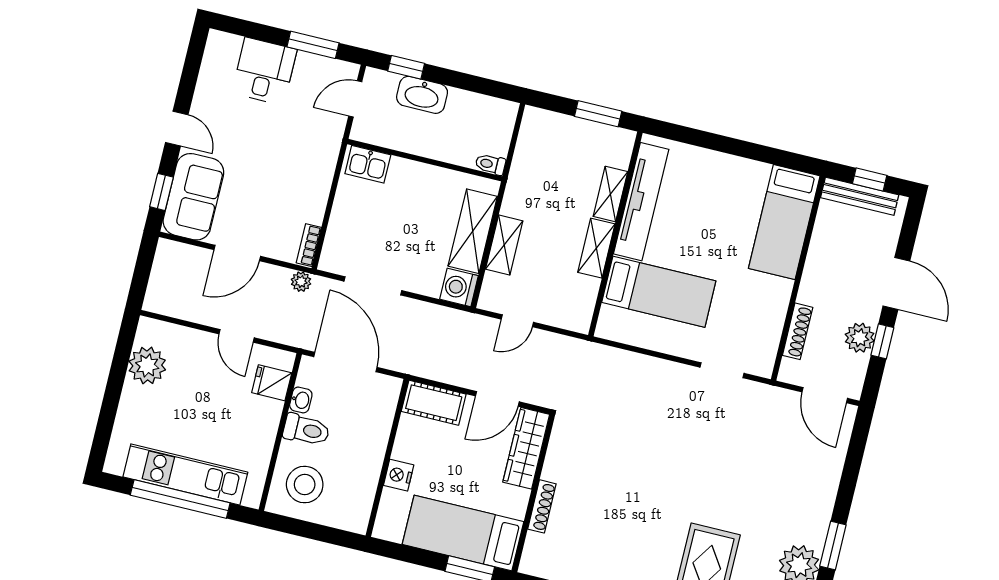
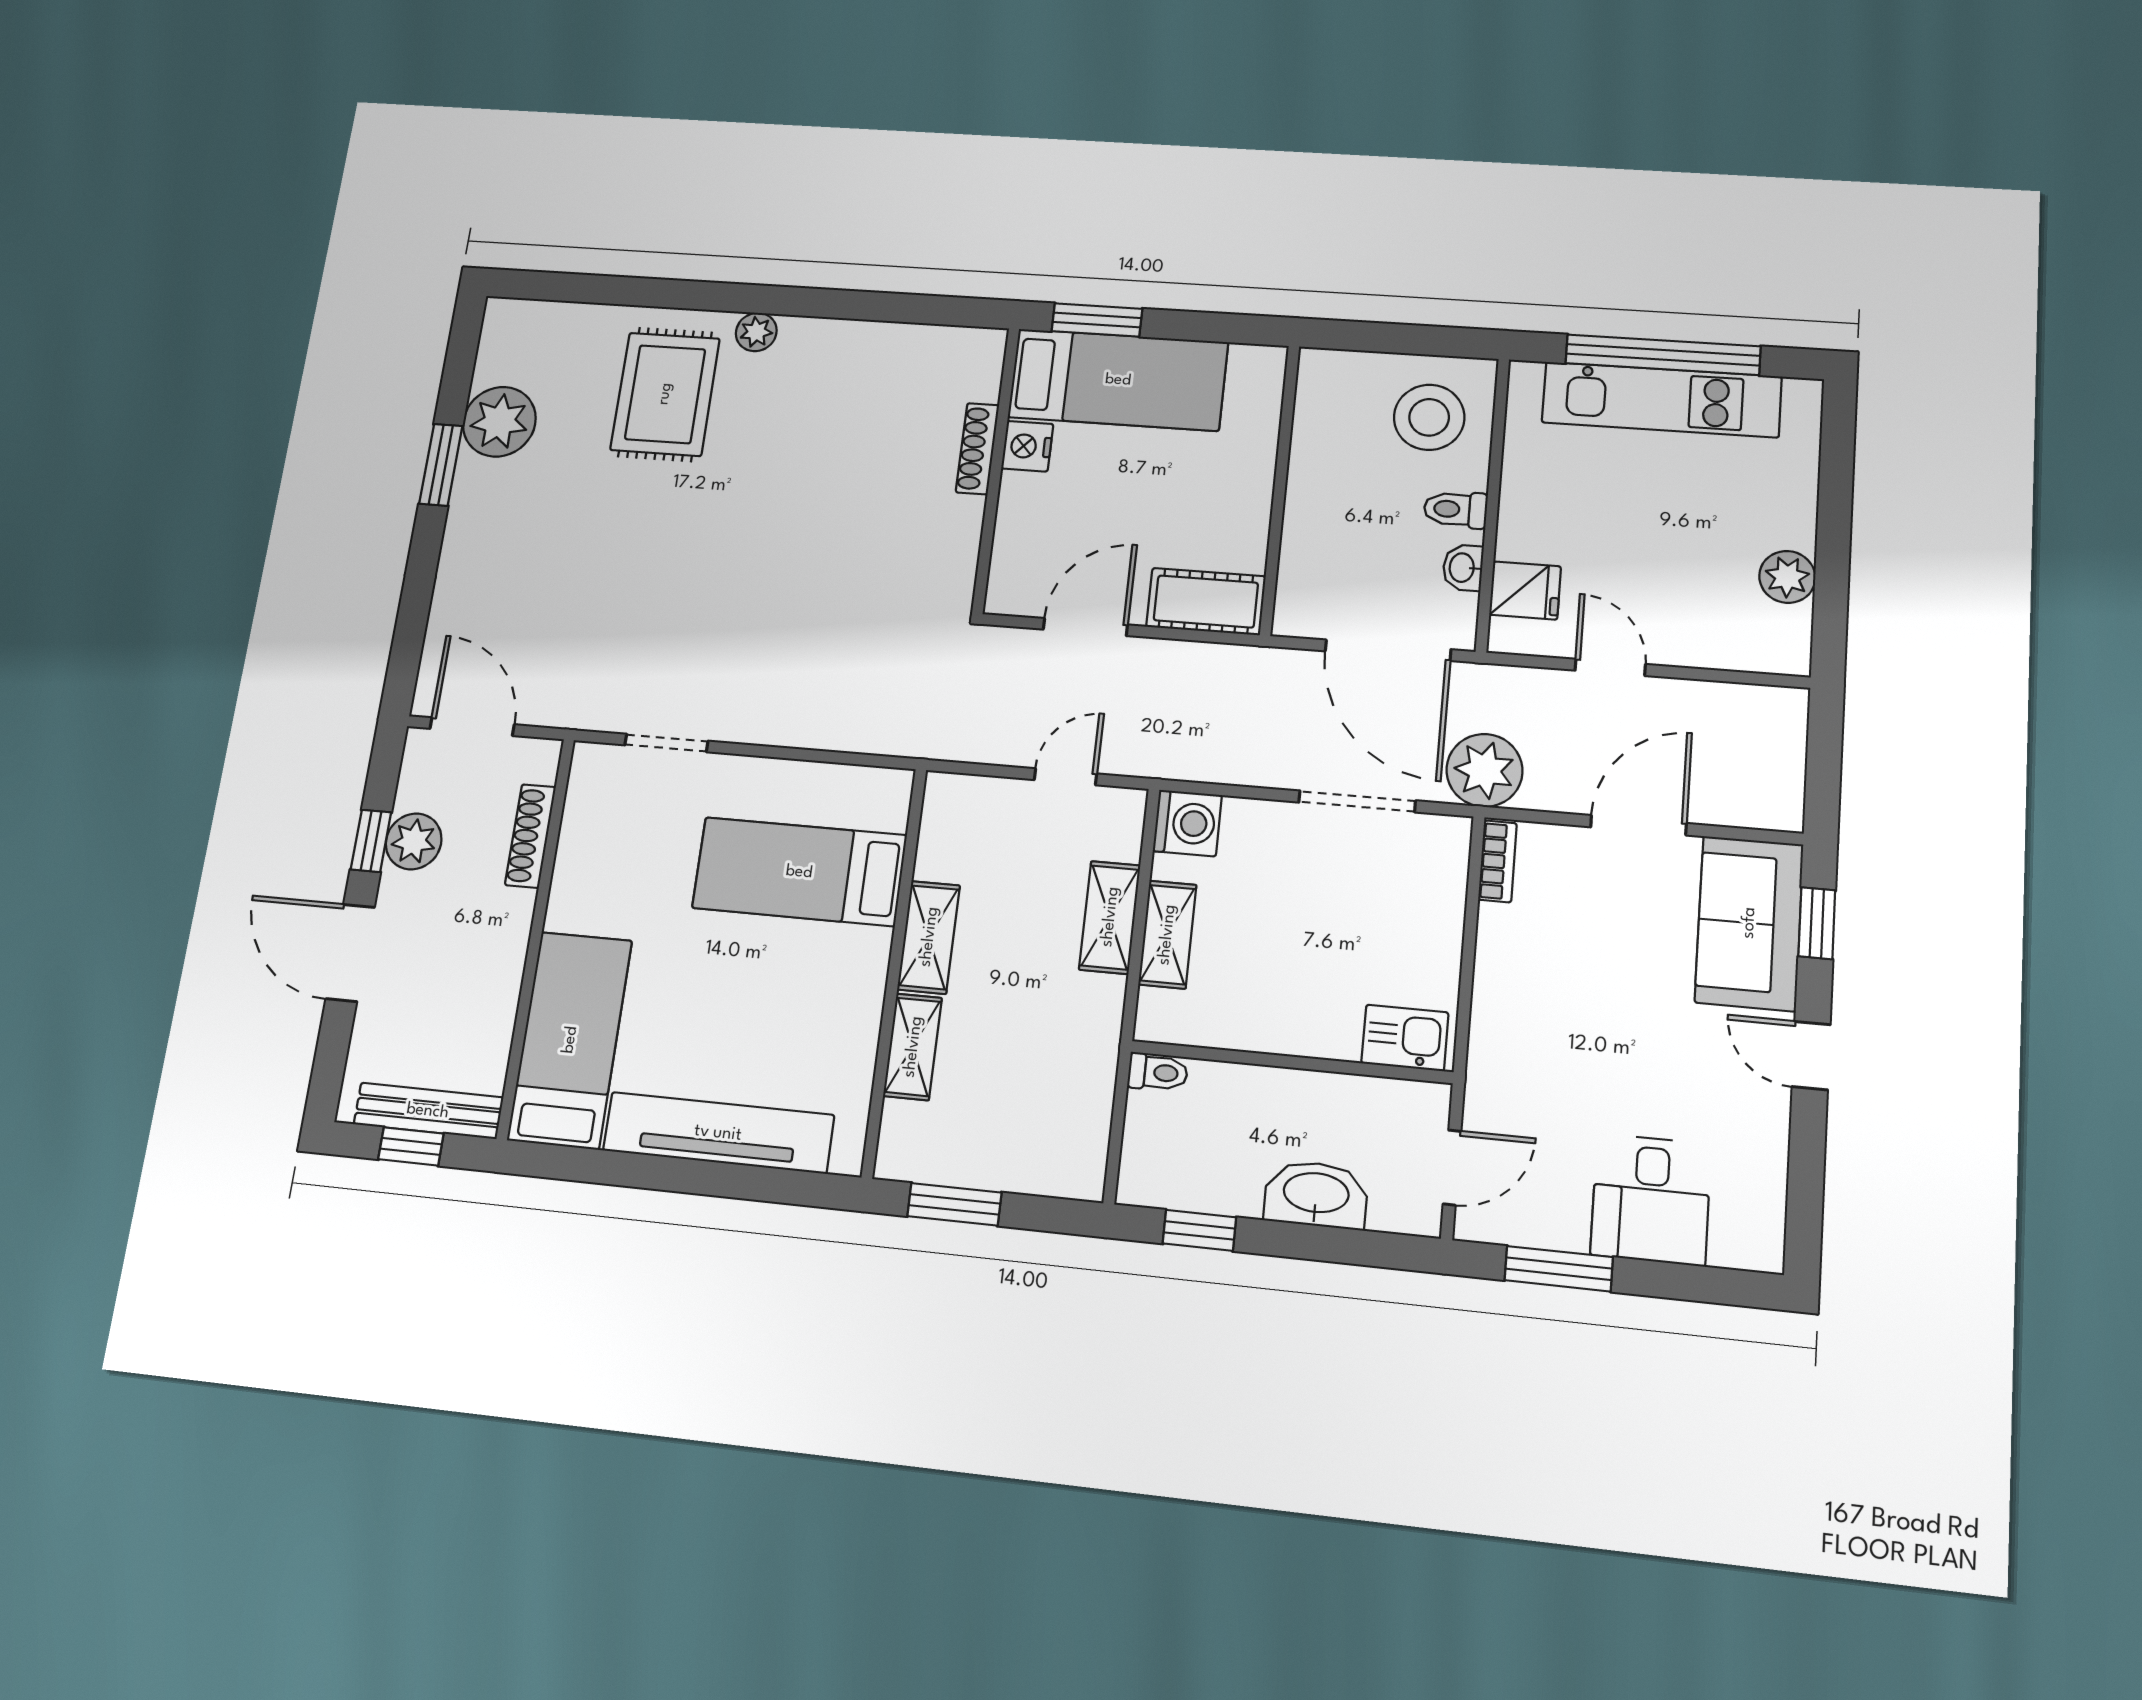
window: (406, 67) -> (1199, 1230), moved
tv unit: (641, 202) -> (718, 1133), moved, turned 90
shelving: (473, 231) -> (1167, 935), width x0.67, depth x0.75
plant: (301, 282) -> (1484, 770), width x1.88, depth x1.88
plant: (147, 365) -> (1787, 577), width x0.73, depth x0.73
toilet: (306, 430) -> (1455, 509), width x0.73, depth x0.72
wardrobe: (526, 448) -> (1019, 546), removed
nightstand: (399, 475) -> (1027, 446), moved, turned 180

